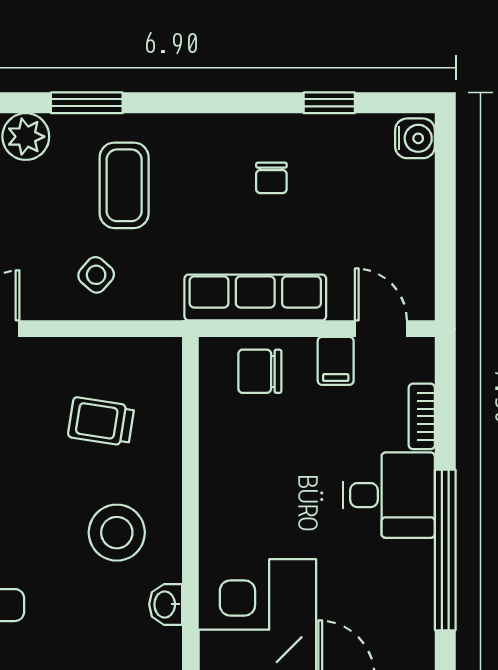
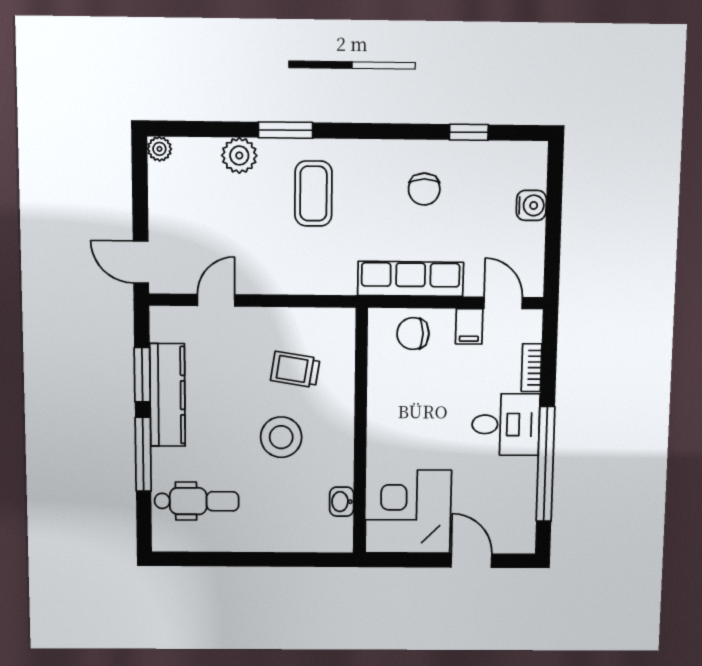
water cooler: (415, 138) -> (531, 205), moved
chair: (271, 178) -> (424, 189), width x1.37, depth x1.37
side table: (96, 275) -> (292, 261), removed
stool: (117, 533) -> (281, 437), moved

